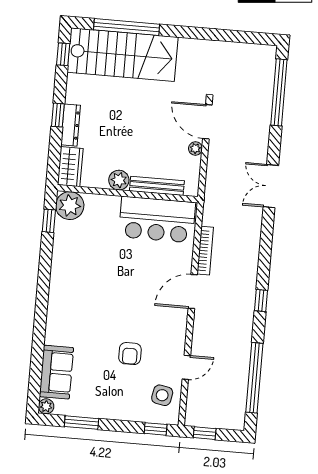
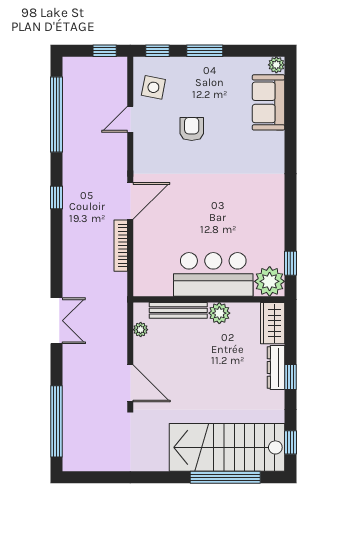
plant: (195, 148) -> (141, 330), moved
bar counter: (157, 220) -> (213, 274), moved
window: (82, 423) -> (205, 51), moved

